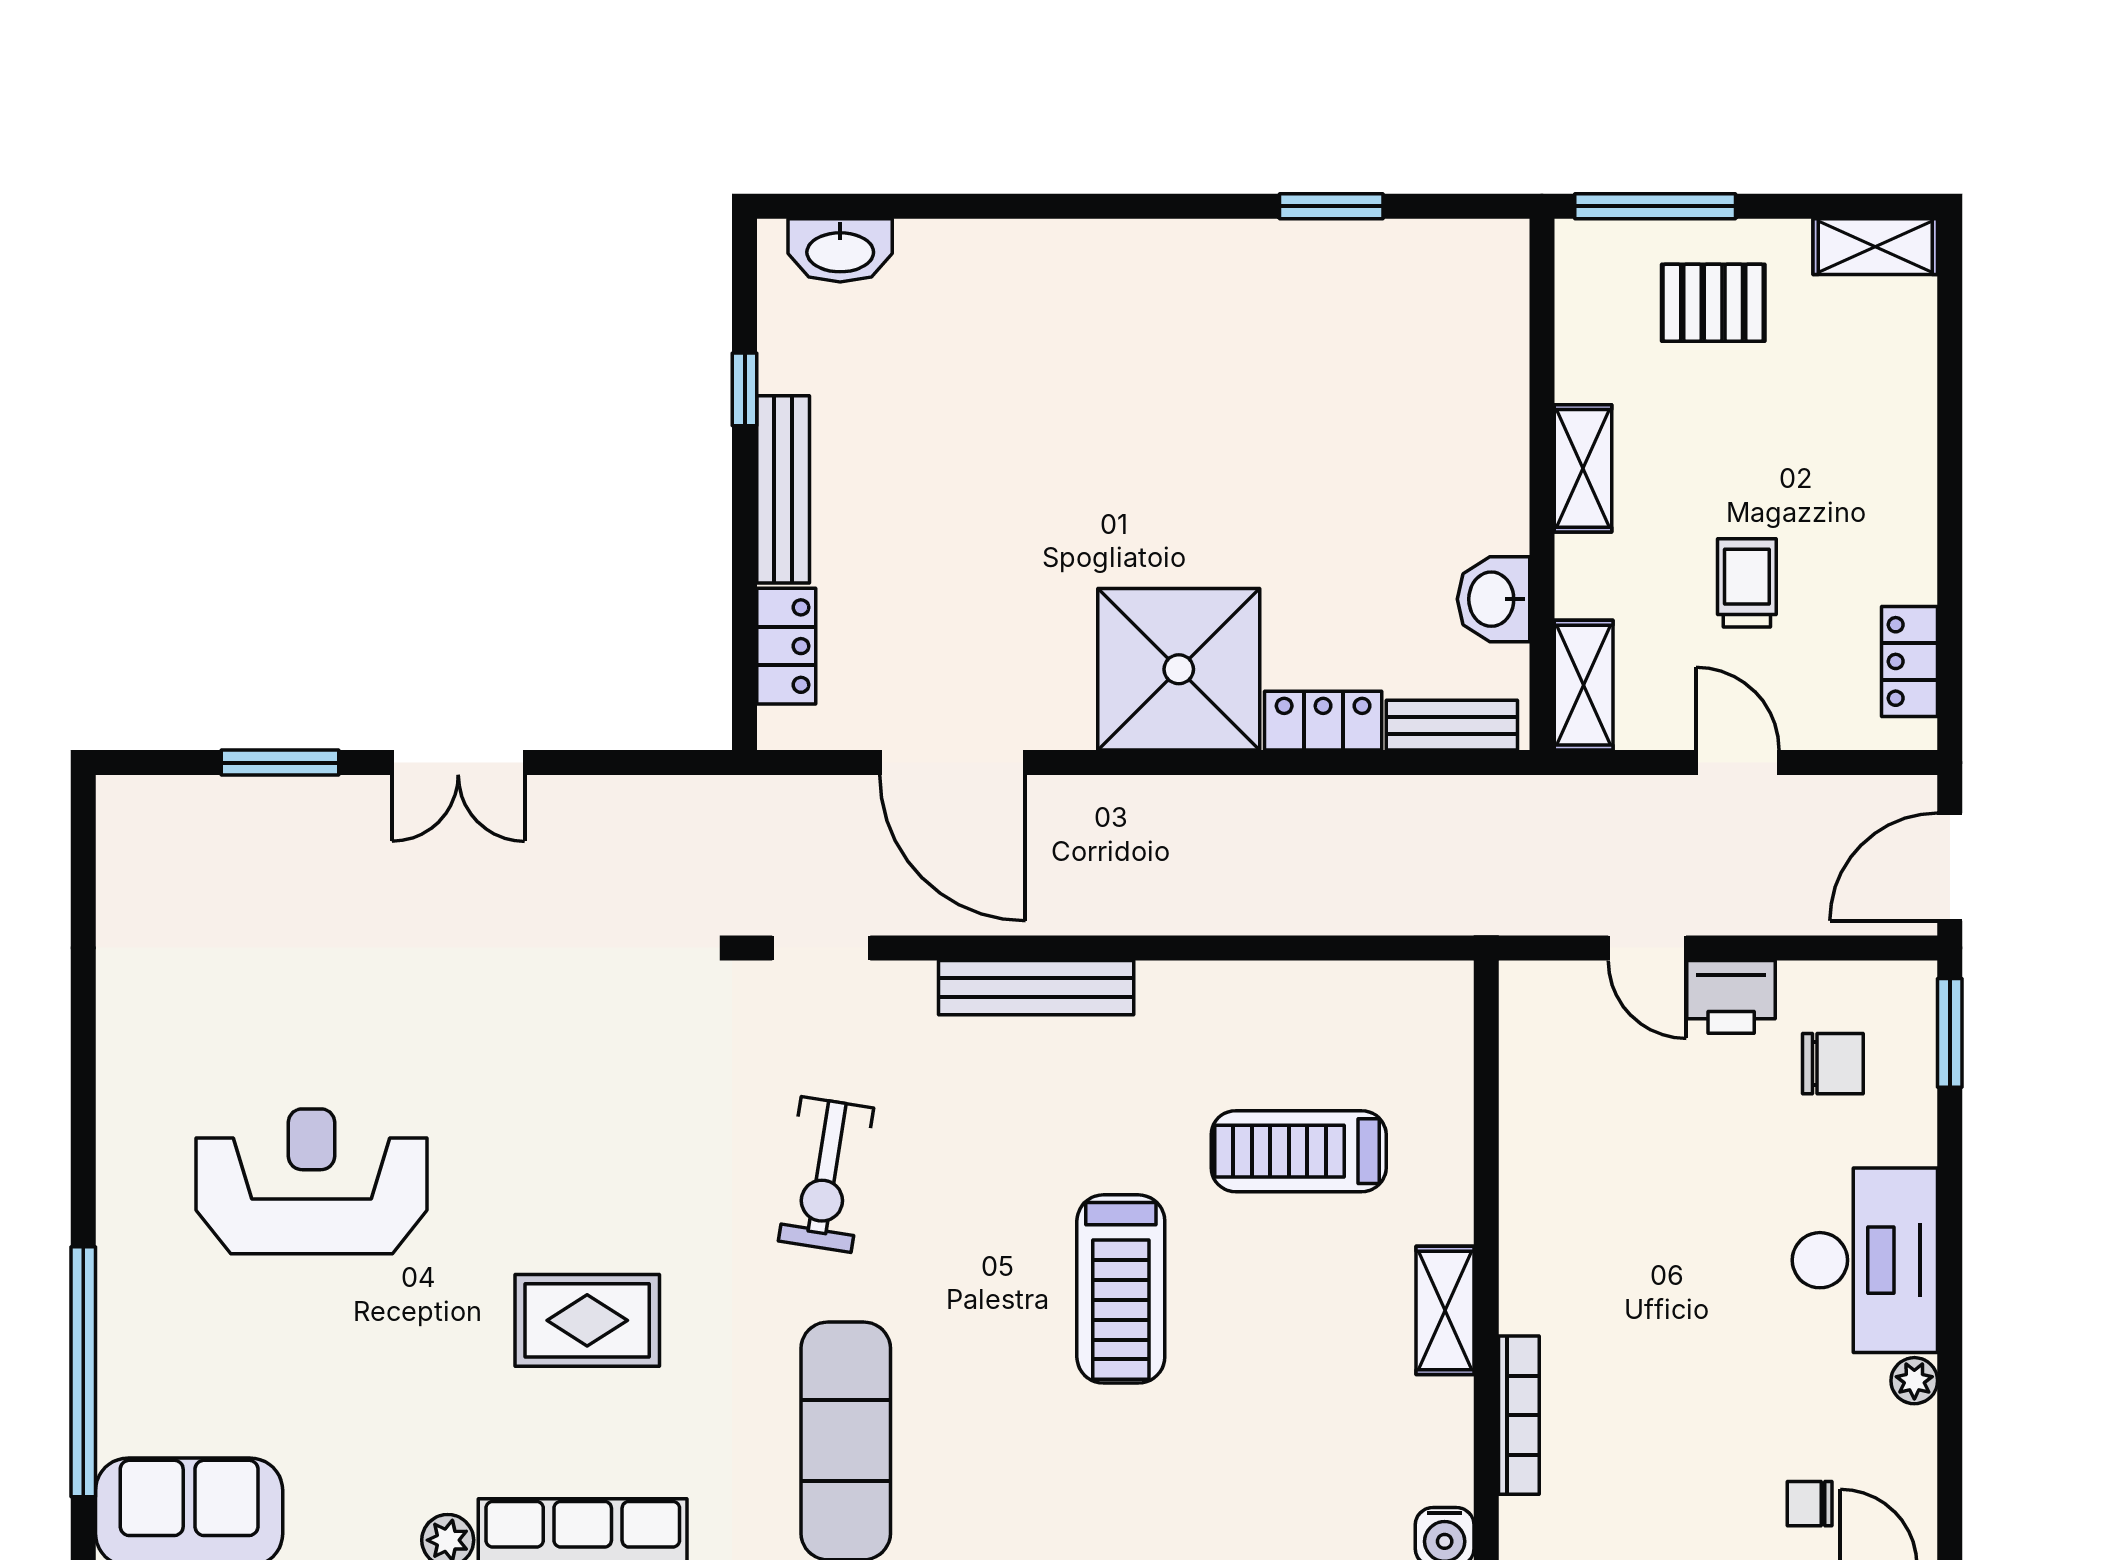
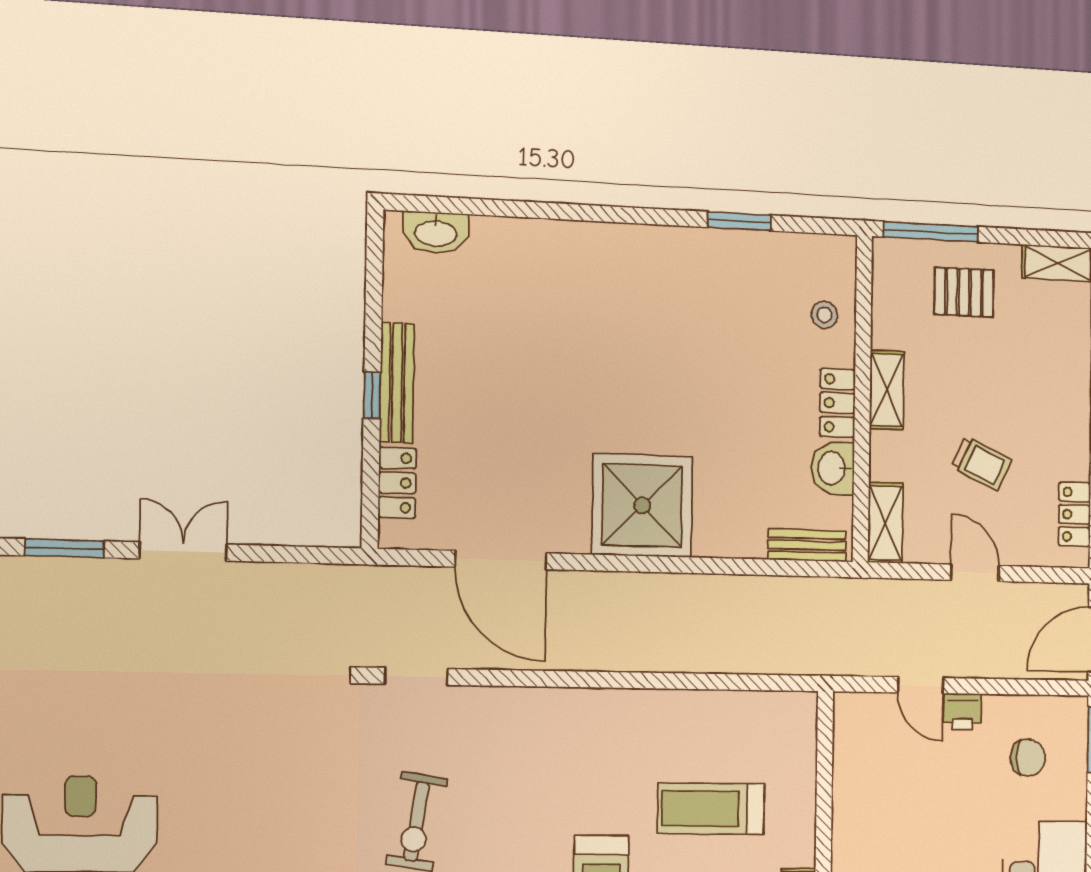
stool: (1476, 351) -> (824, 315), added
window: (745, 389) -> (372, 395), moved
trolley: (1747, 583) -> (982, 463), turned 115
locker: (1323, 721) -> (837, 403), moved, turned -90
double door: (458, 763) -> (183, 552), swing flipped
bench: (1036, 988) -> (551, 704), removed
printer: (1731, 997) -> (962, 712), width x0.73, depth x0.81

